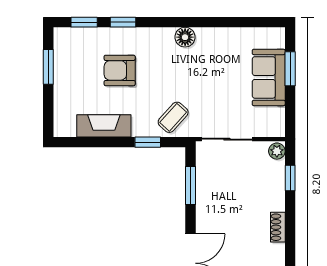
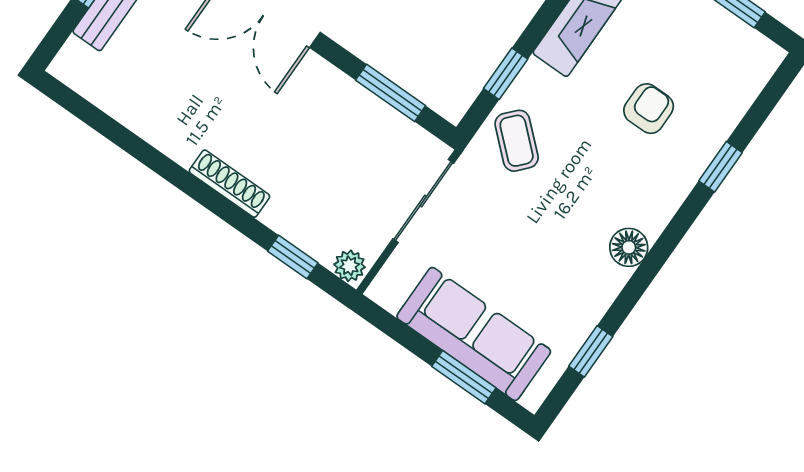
window: (84, 22) -> (591, 351), moved
armchair: (120, 70) -> (649, 109), width x0.72, depth x0.72
sofa: (269, 77) -> (474, 334), width x1.36
shoe rack: (278, 227) -> (229, 184), width x1.43

